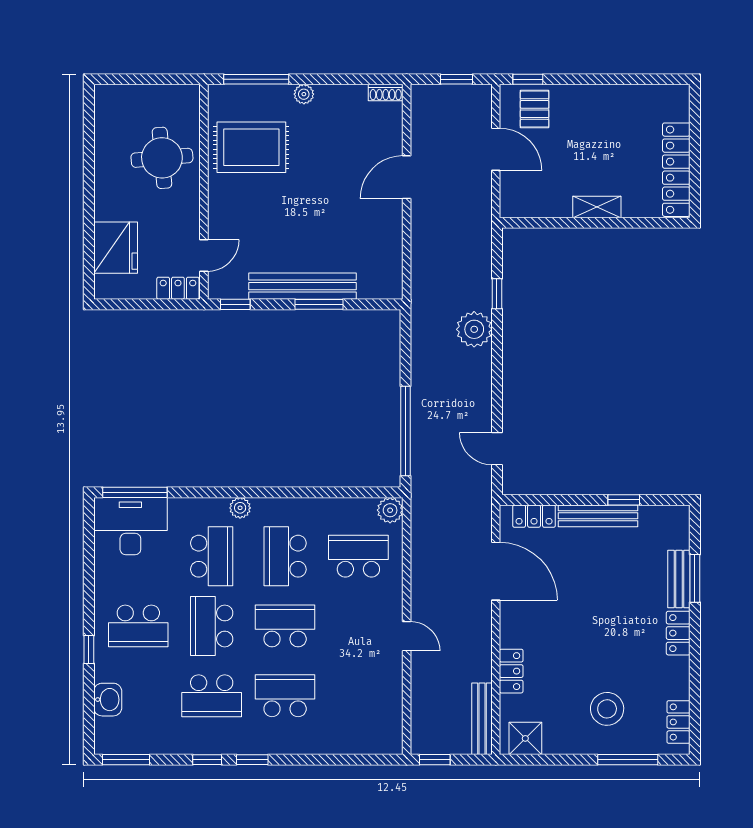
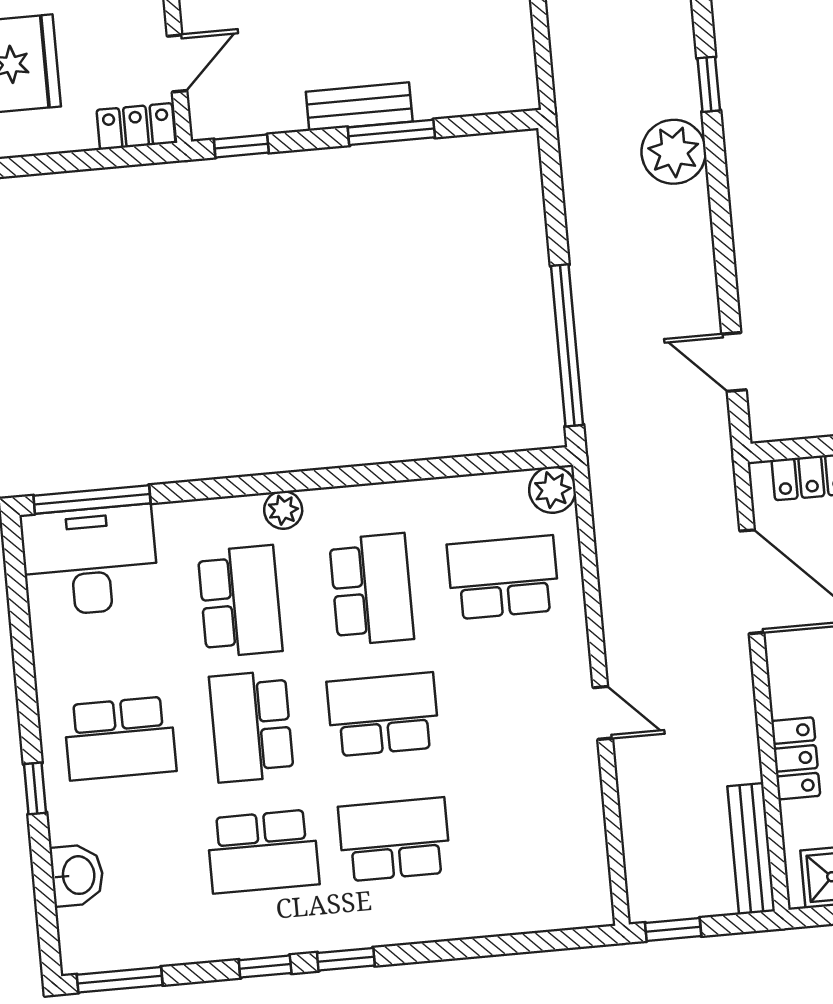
bench: (302, 286) -> (359, 107), width x0.54, depth x0.82
school desk: (285, 556) -> (372, 589), turned 180

